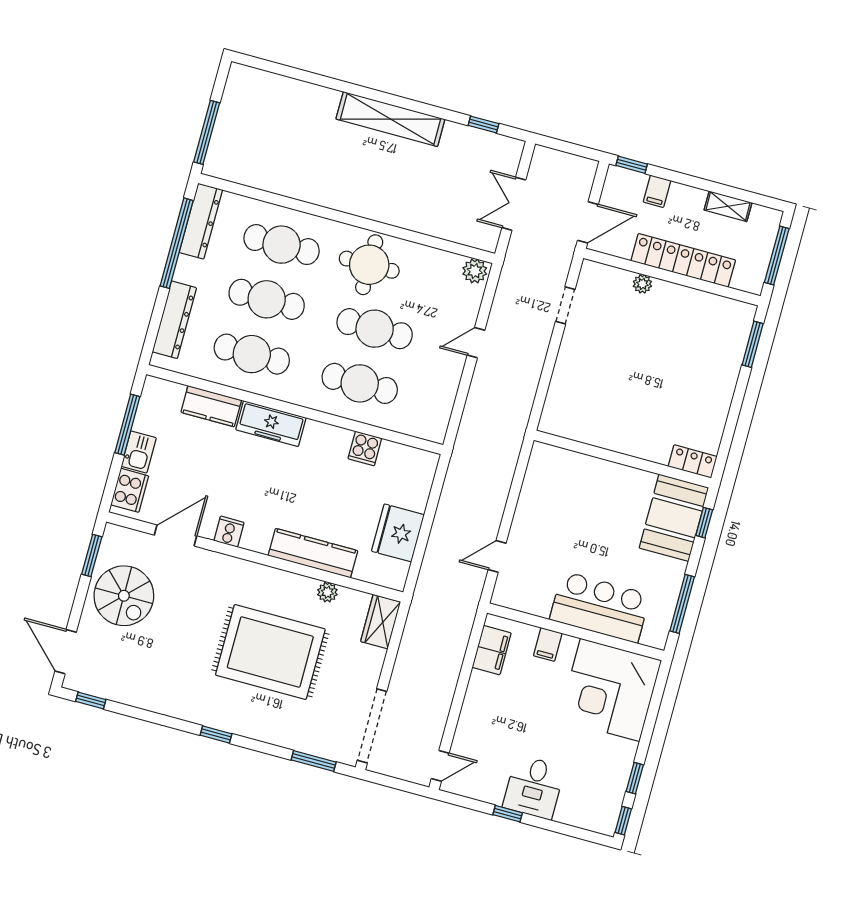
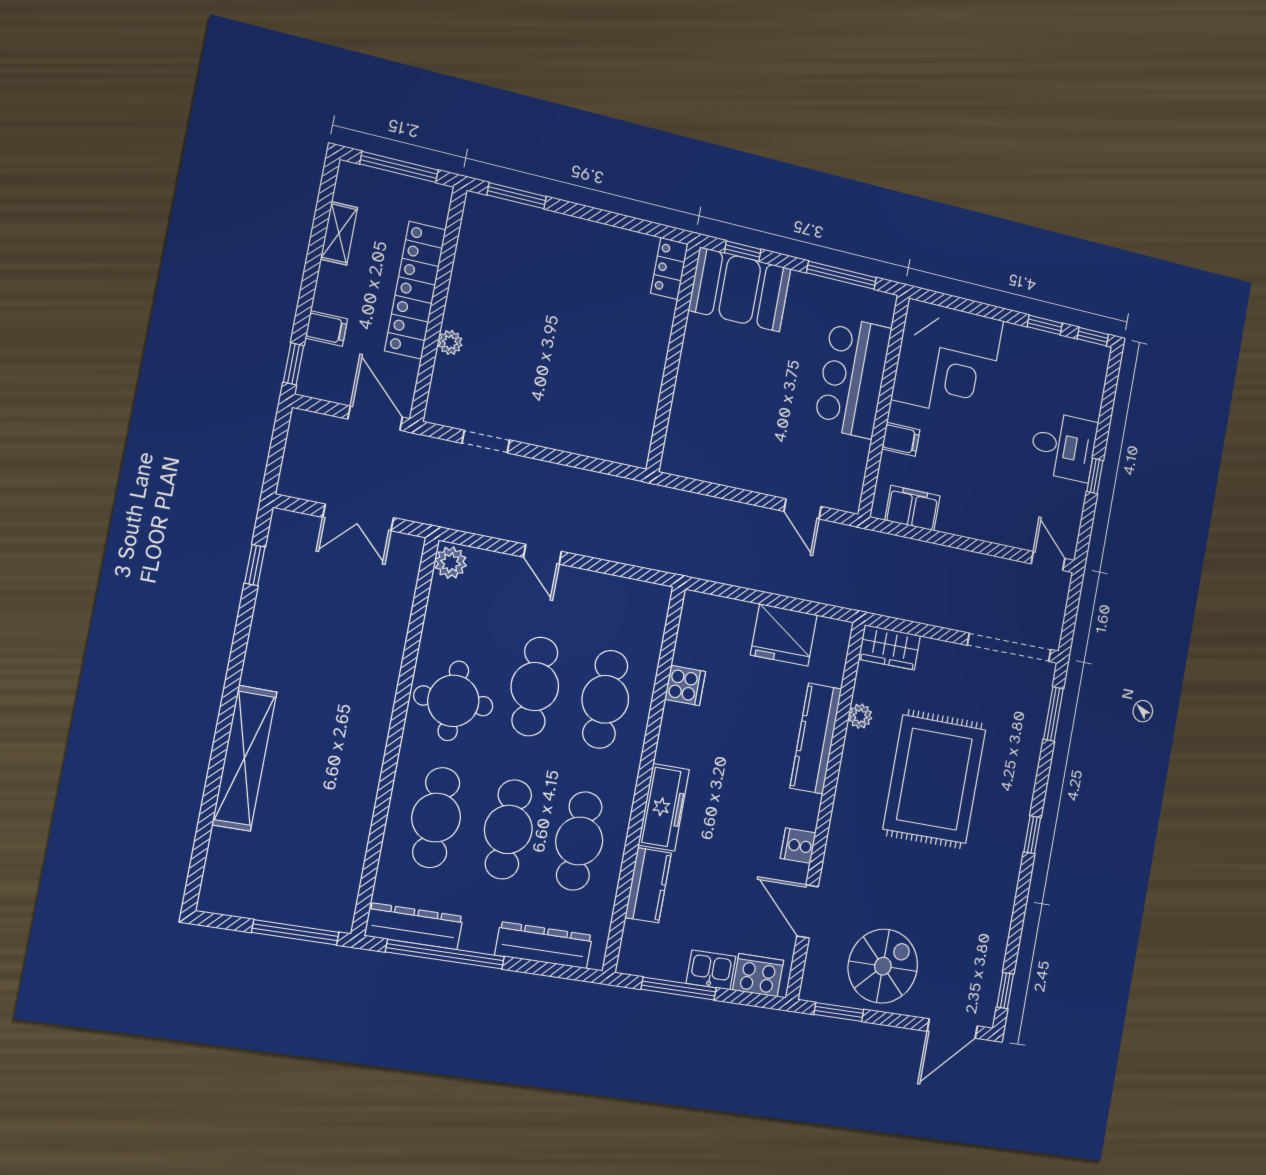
shelving: (390, 119) -> (244, 758), moved

